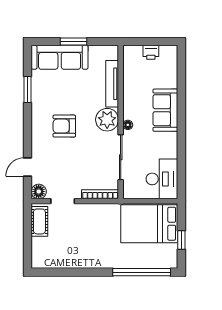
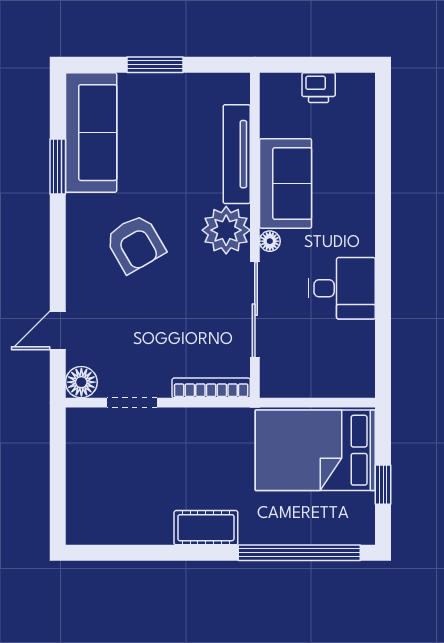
sofa: (60, 57) -> (91, 133), moved, turned -90
sofa: (165, 110) -> (285, 183), moved, turned 180
armchair: (64, 126) -> (135, 244), turned -120
desk: (162, 179) -> (342, 288), moved, width x0.73
cot: (39, 221) -> (206, 528), moved, turned 90

